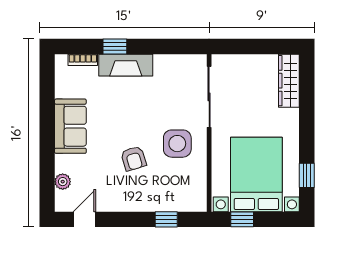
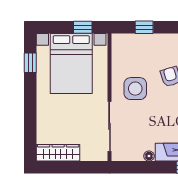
floor lamp: (160, 60) -> (149, 156), added
wardrobe: (289, 81) -> (58, 153), moved, turned -90

